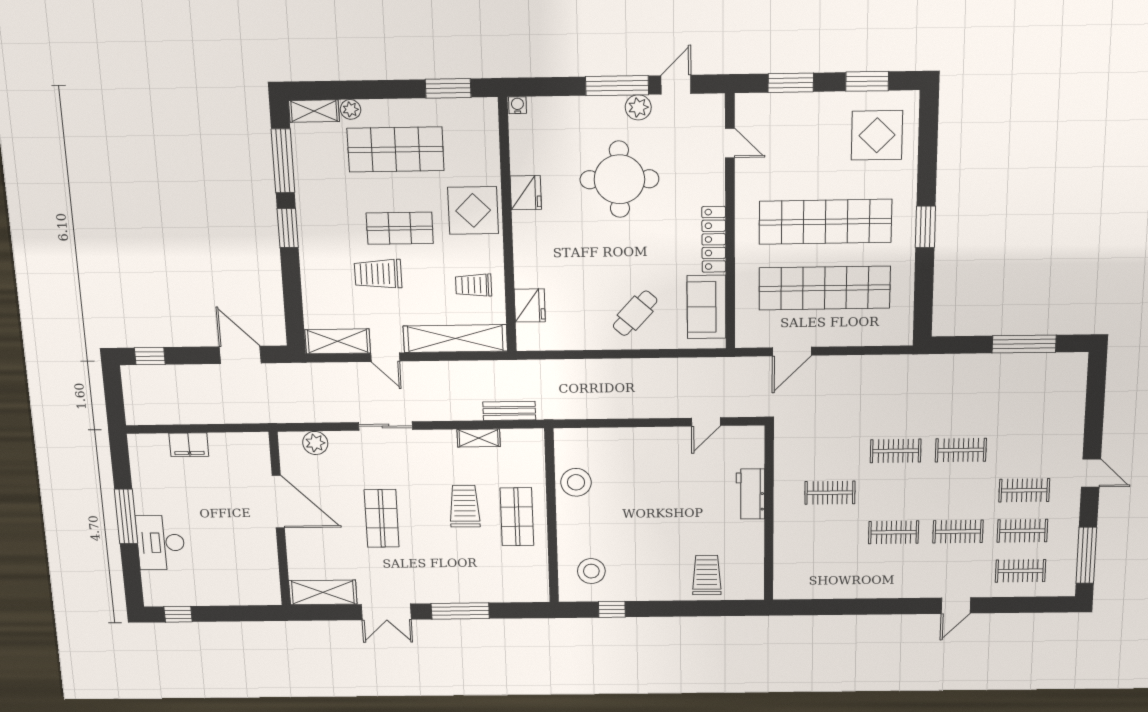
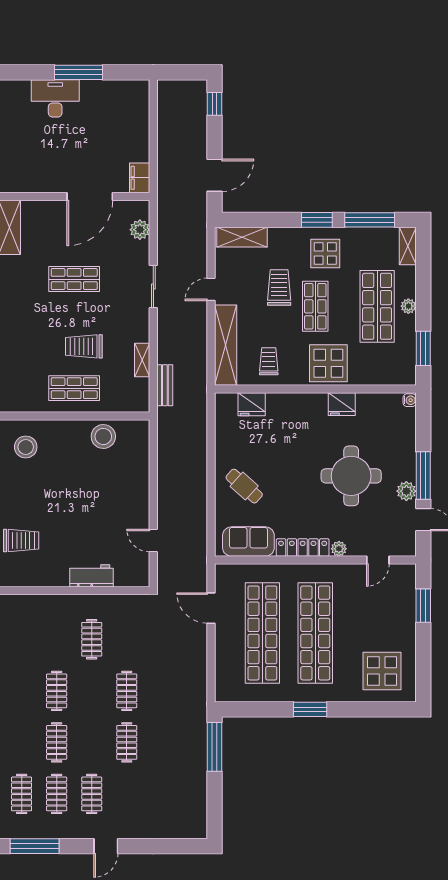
window: (867, 81) -> (423, 663), removed
plant: (351, 109) -> (408, 306), moved
plant: (715, 193) -> (339, 549), added
display table: (330, 217) -> (325, 253), added
shelving: (338, 341) -> (242, 237), moved, turned 90
window: (1024, 344) -> (215, 747), moved
filing cabinet: (189, 445) -> (140, 178), moved
trolley: (465, 506) -> (84, 346), turned 180

